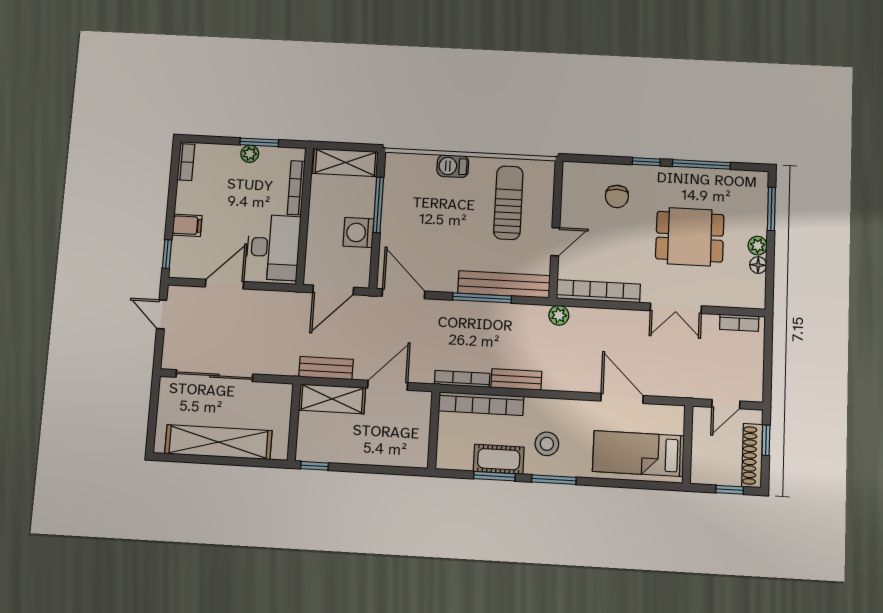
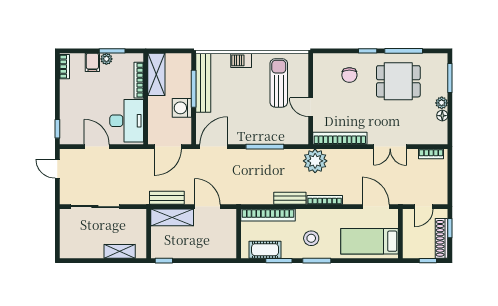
shelving: (345, 163) -> (156, 74), moved, turned 90
filing cabinet: (187, 225) -> (92, 62), moved, turned 90
dining table: (690, 237) -> (398, 81), moved
door: (555, 242) -> (311, 107), swing flipped
door: (224, 284) -> (97, 147), hinge flipped
bench: (504, 284) -> (203, 83), moved, turned 90
door: (403, 294) -> (214, 147), hinge flipped
plant: (559, 315) -> (315, 161), width x1.88, depth x1.88
bookcase: (462, 379) -> (325, 200), moved
door: (388, 385) -> (207, 207), hinge flipped
door: (622, 398) -> (376, 207), moved
shelving: (218, 442) -> (120, 251), width x0.45, depth x0.75
cot: (499, 459) -> (265, 250), moved

